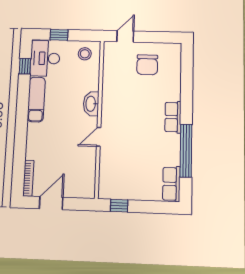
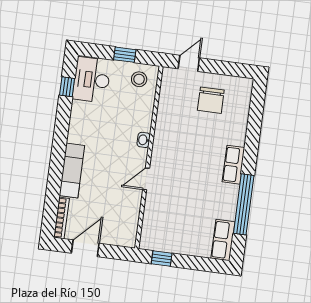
window: (59, 35) -> (125, 55), moved
exam couch: (36, 99) -> (72, 170), moved
washbasin: (91, 104) -> (144, 140), width x0.52, depth x0.69

